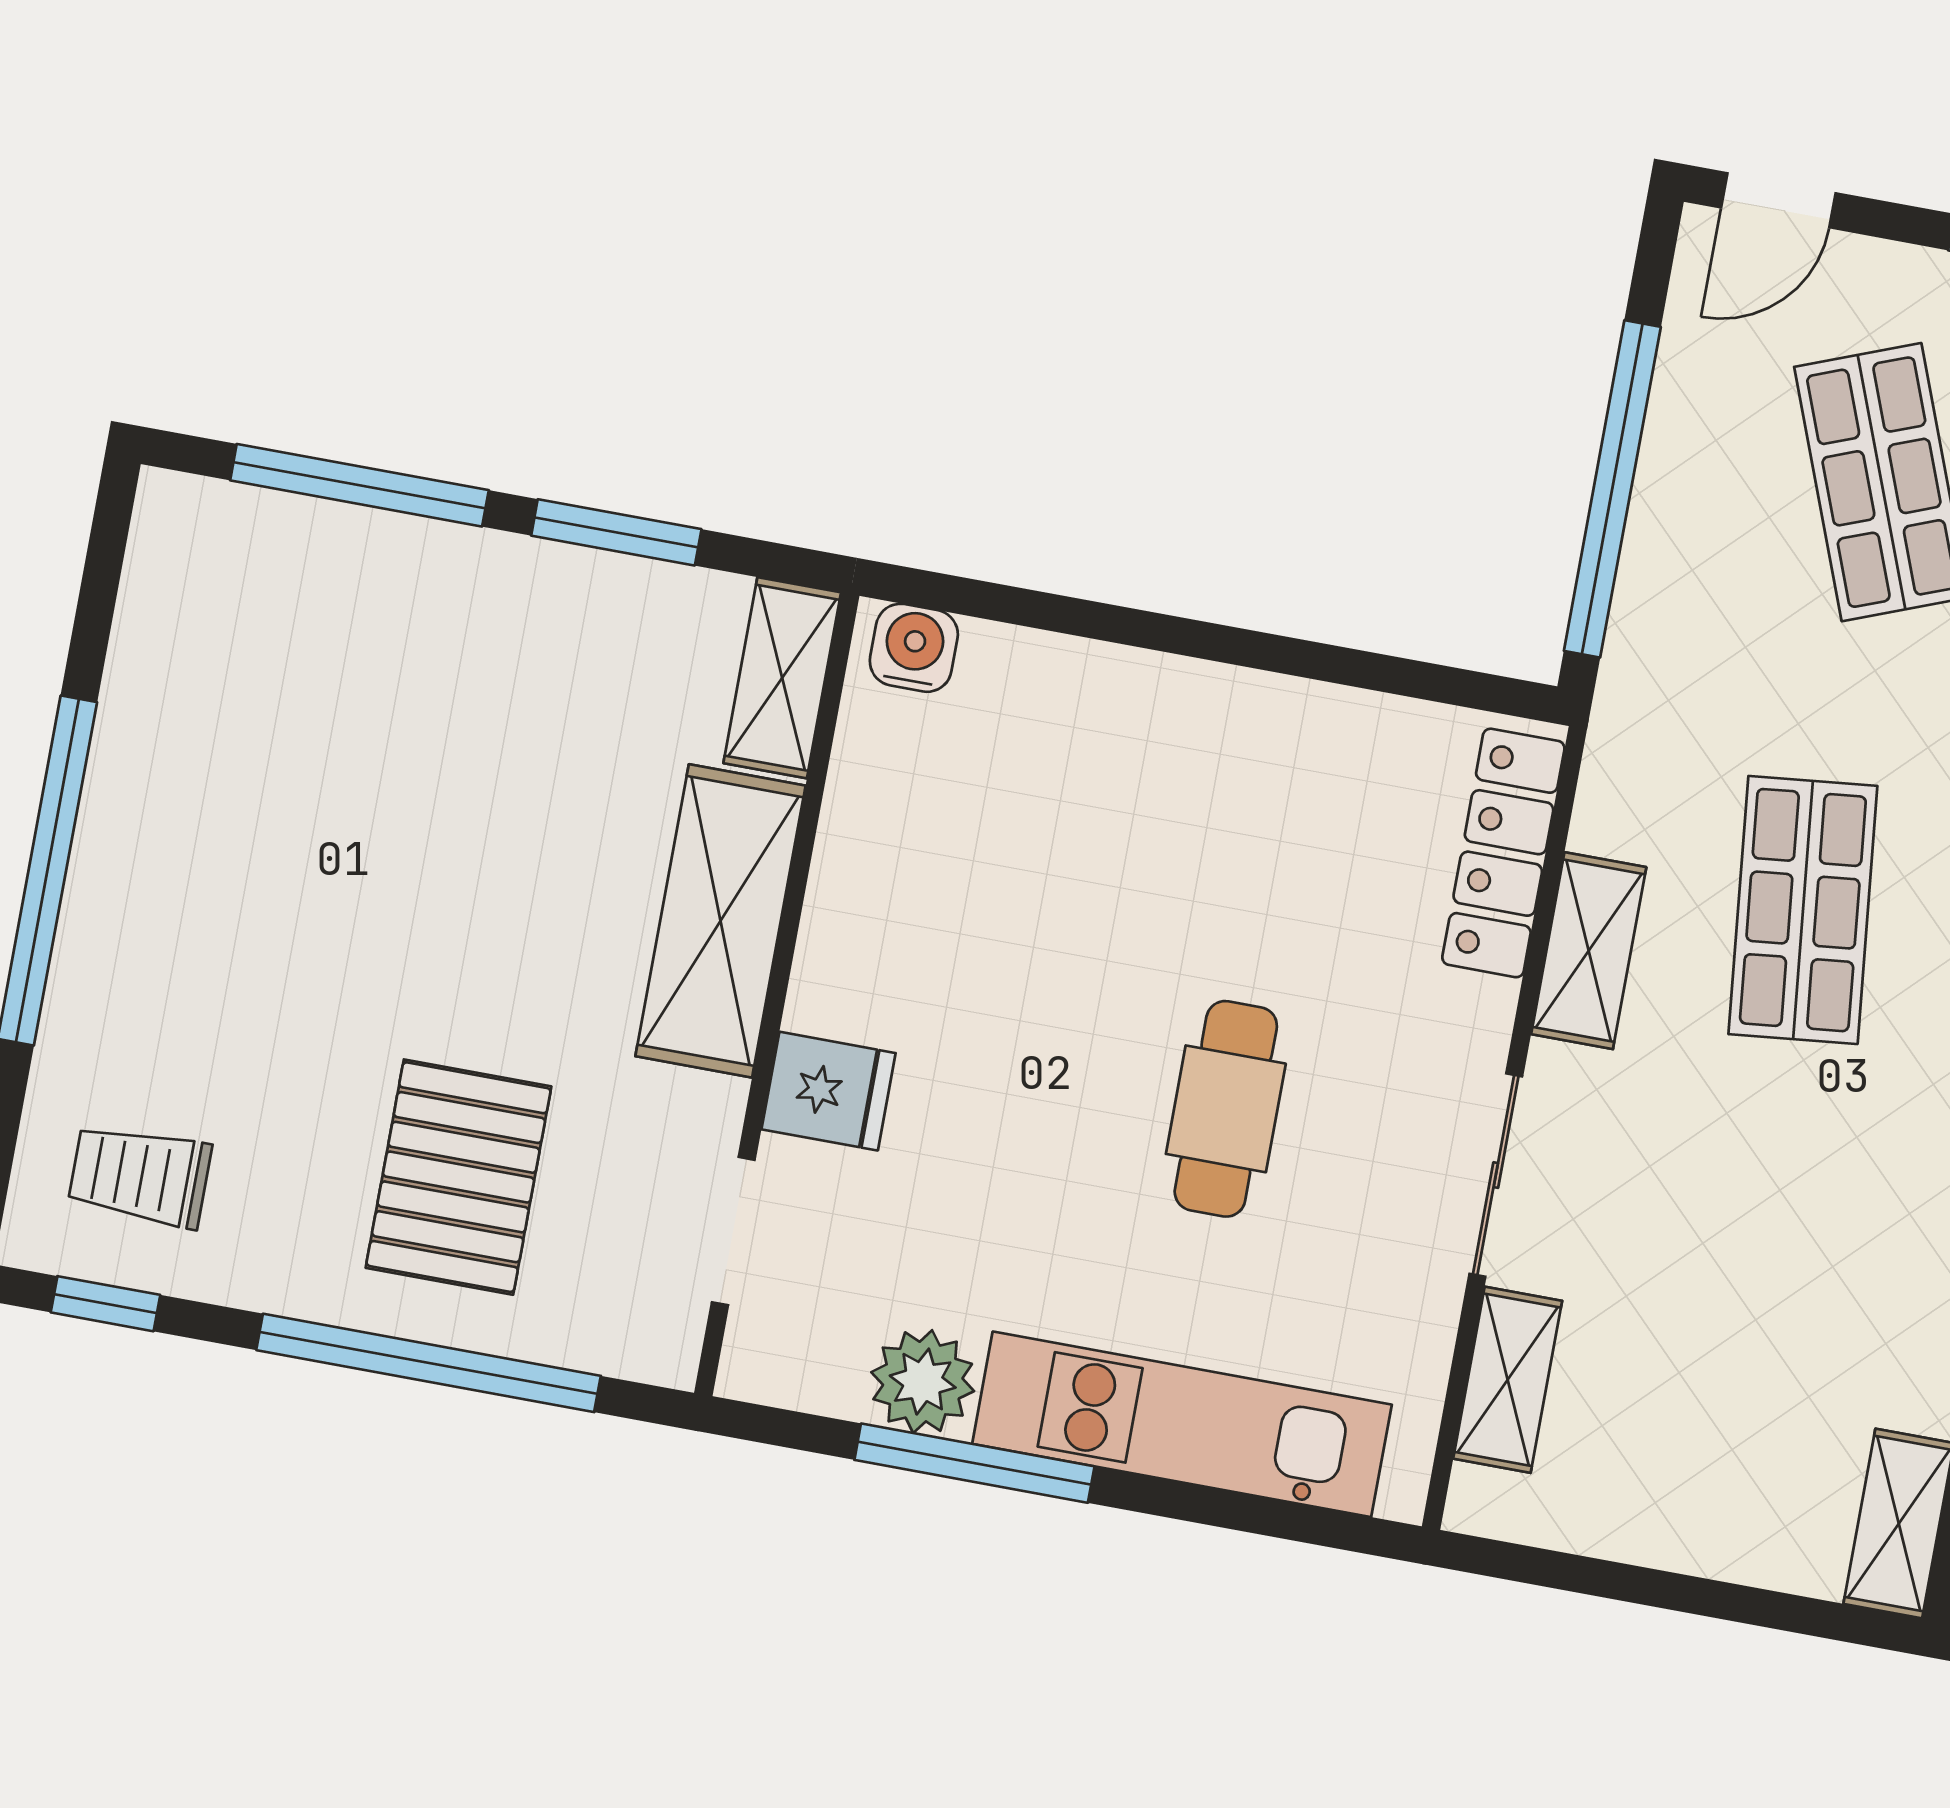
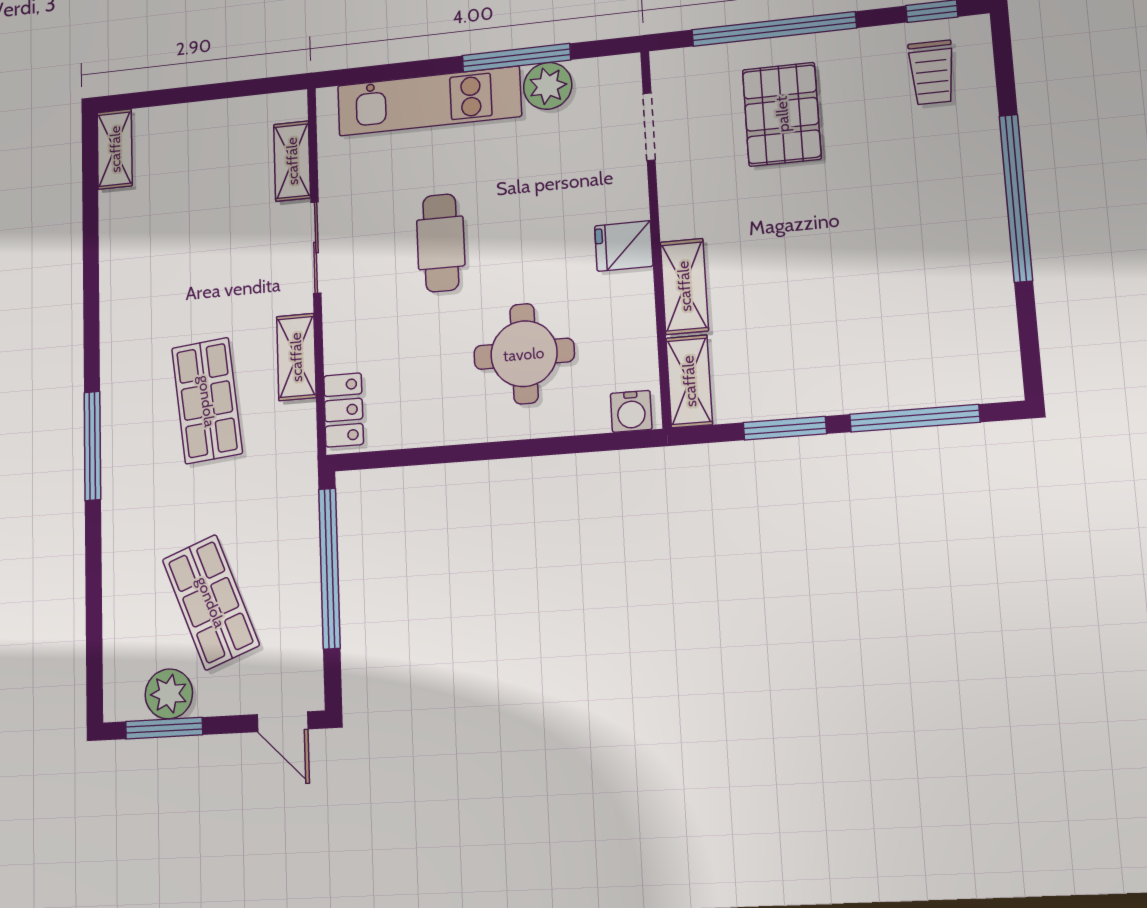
door: (1778, 200) -> (283, 722), swing flipped
round table: (1105, 826) -> (524, 354), added
locker: (1503, 853) -> (344, 410), width x0.66
shelving: (720, 921) -> (684, 286), width x0.67, depth x0.75
fridge: (829, 1091) -> (624, 246), moved
trolley: (140, 1176) -> (932, 72), turned 90

